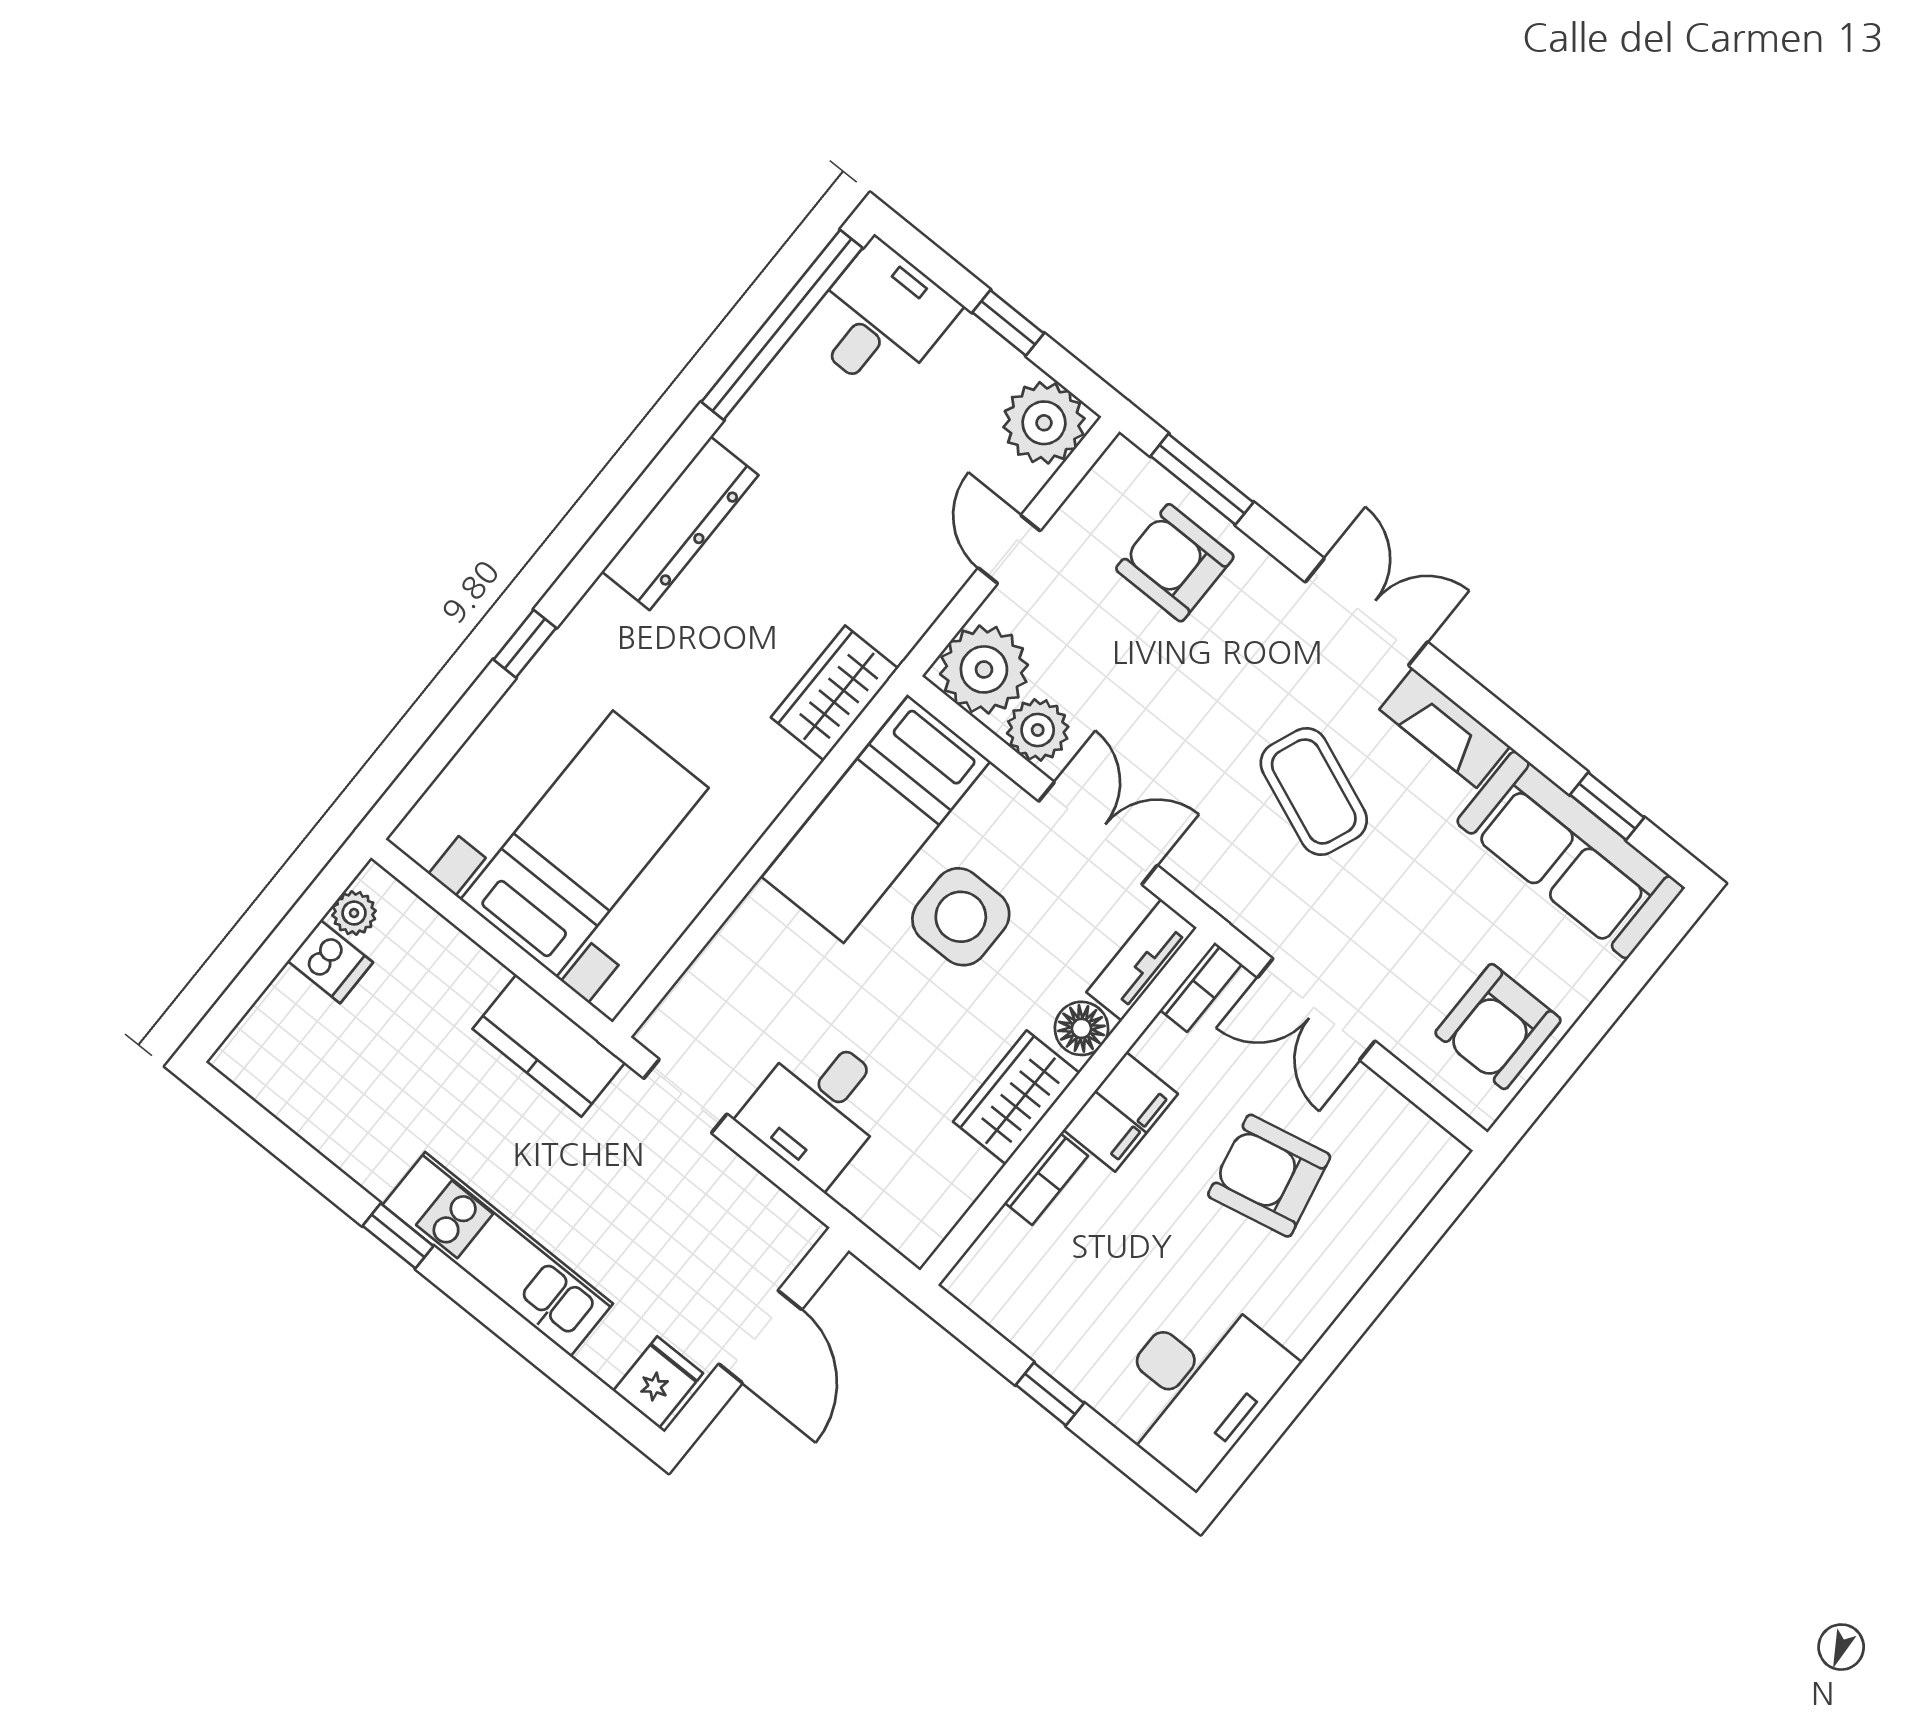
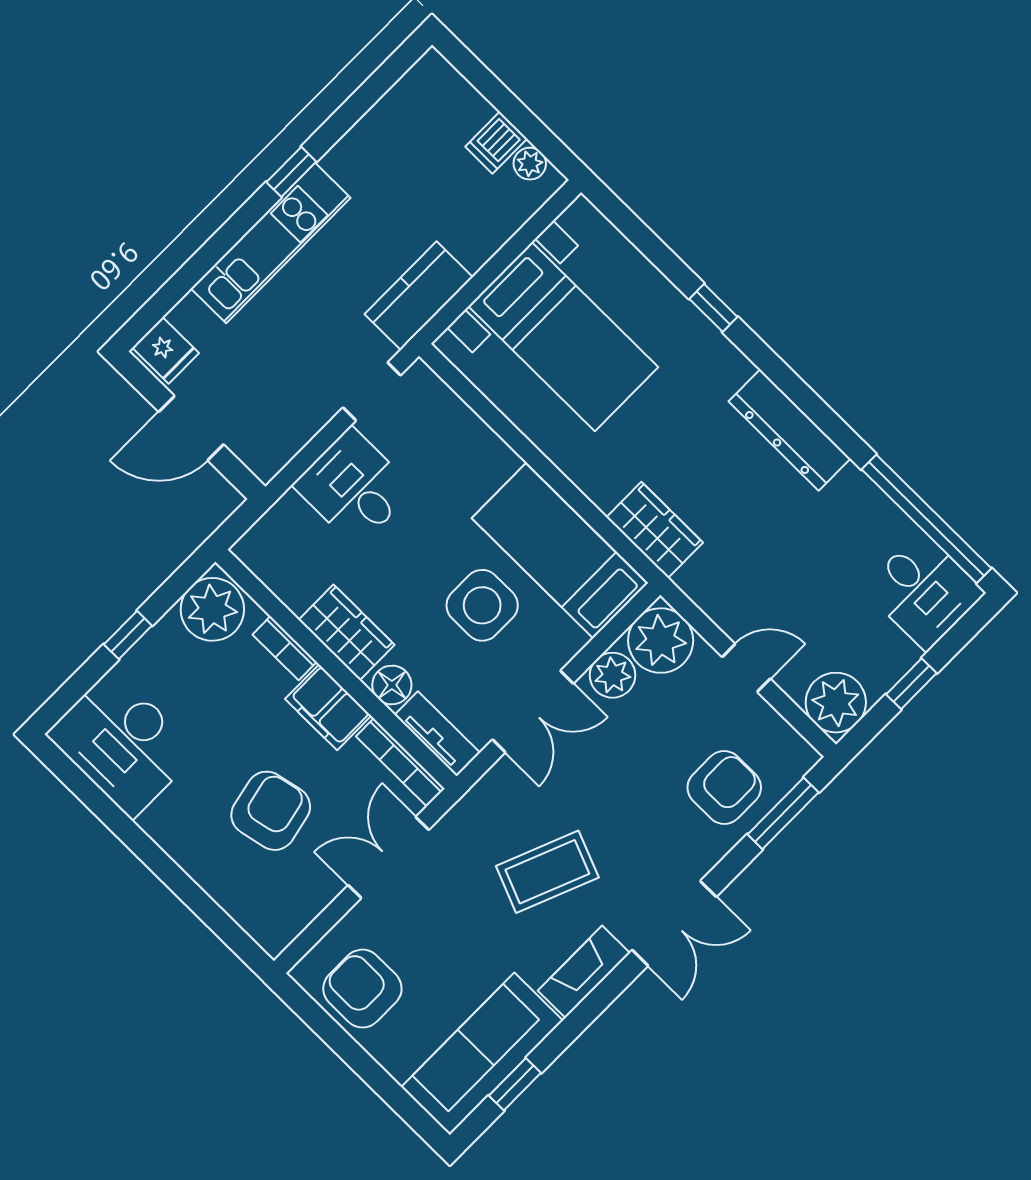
bookcase: (1201, 987) -> (400, 762), width x1.56
plant: (1003, 1283) -> (212, 609), added

